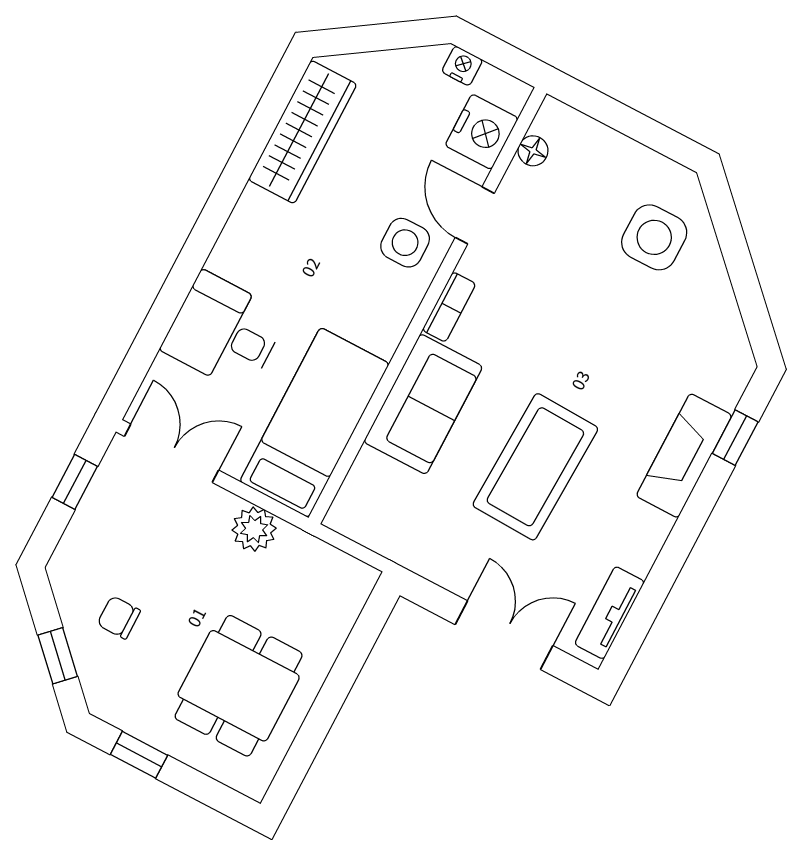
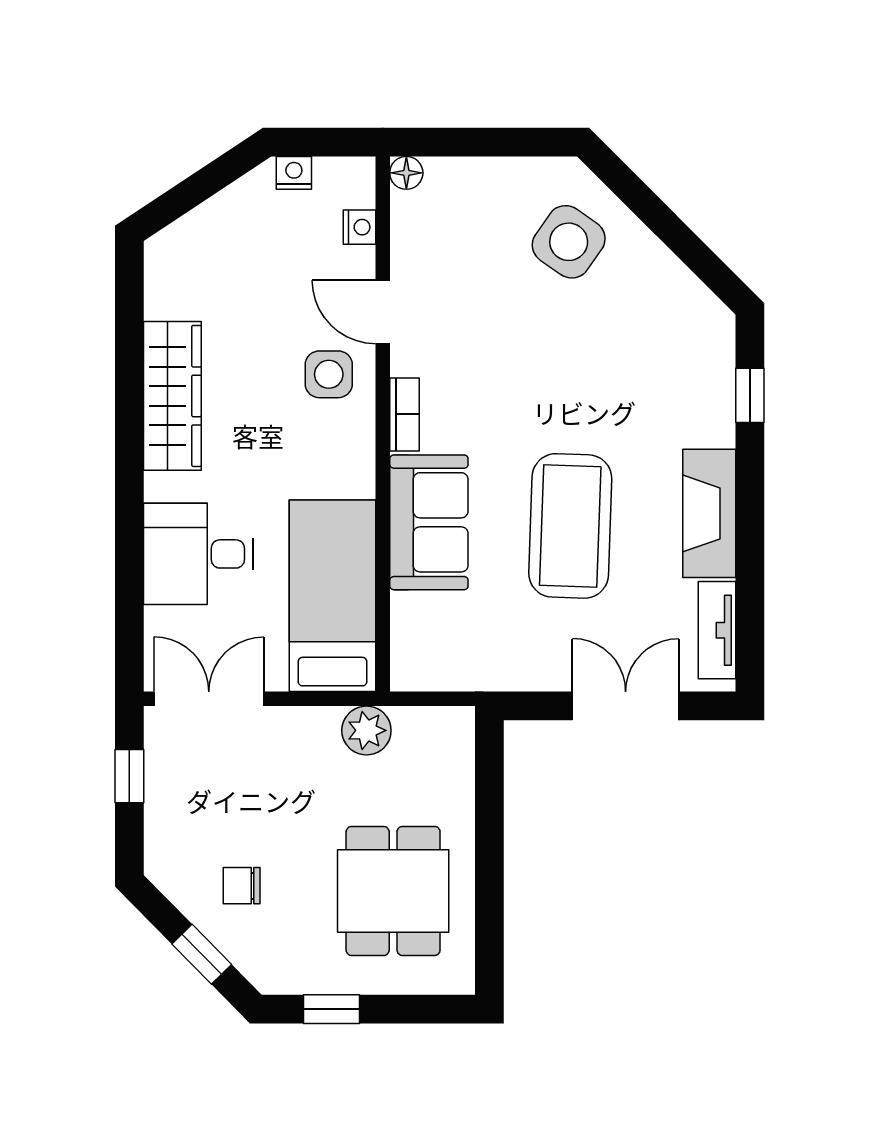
wardrobe: (303, 132) -> (172, 396), moved
nightstand: (482, 132) -> (359, 227), width x0.53, depth x0.56
floor lamp: (533, 151) -> (406, 173), moved
side table: (654, 237) -> (569, 242), turned 35
fireplace: (684, 456) -> (709, 513), moved
plant: (254, 529) -> (366, 730), moved

